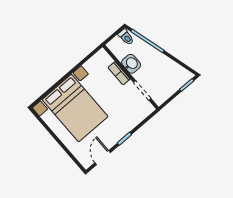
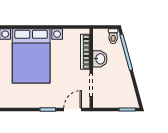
bookcase: (119, 73) -> (85, 52), width x1.56
door: (103, 158) -> (73, 109), moved

